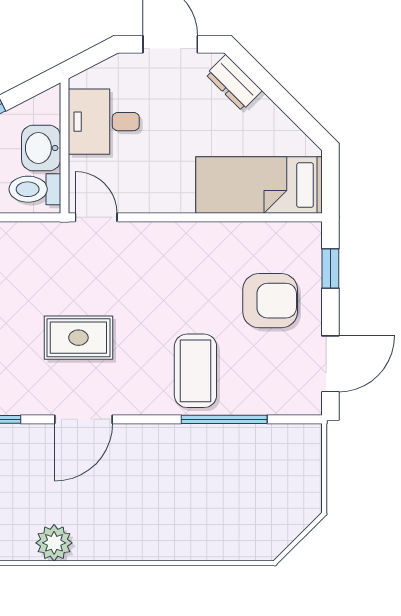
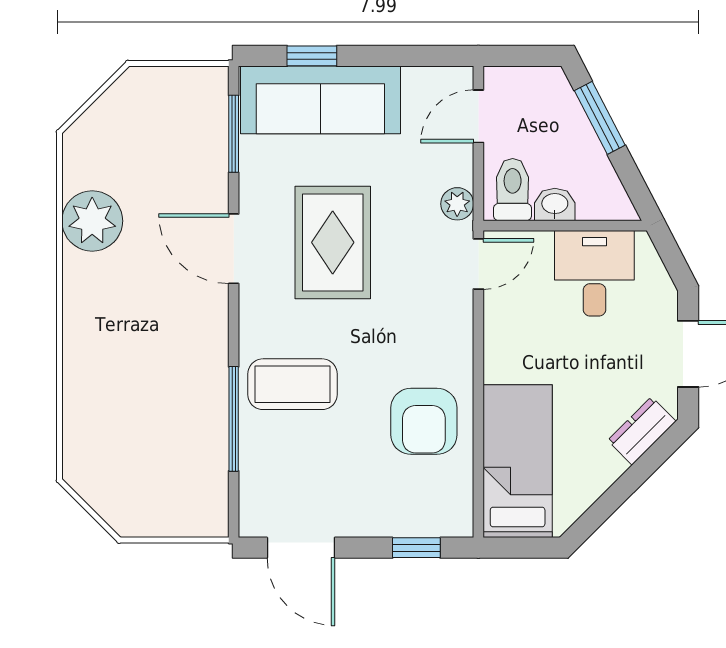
washbasin: (41, 148) -> (555, 205), width x0.72, depth x0.69
plant: (47, 235) -> (457, 204), added
armchair: (270, 301) -> (424, 421), moved
rug: (78, 338) -> (333, 242), width x1.36, depth x1.43
plant: (54, 543) -> (92, 221), width x1.36, depth x1.36

